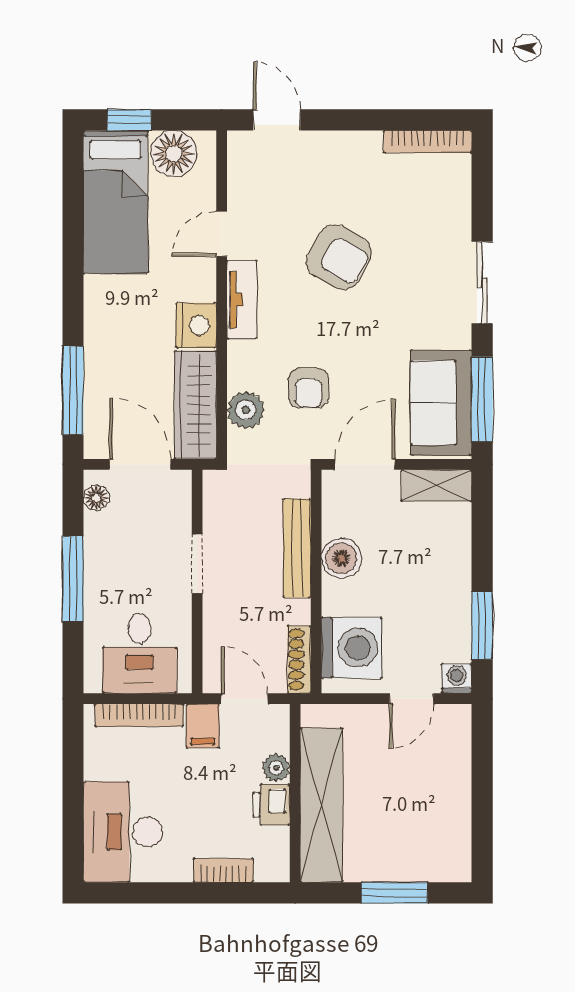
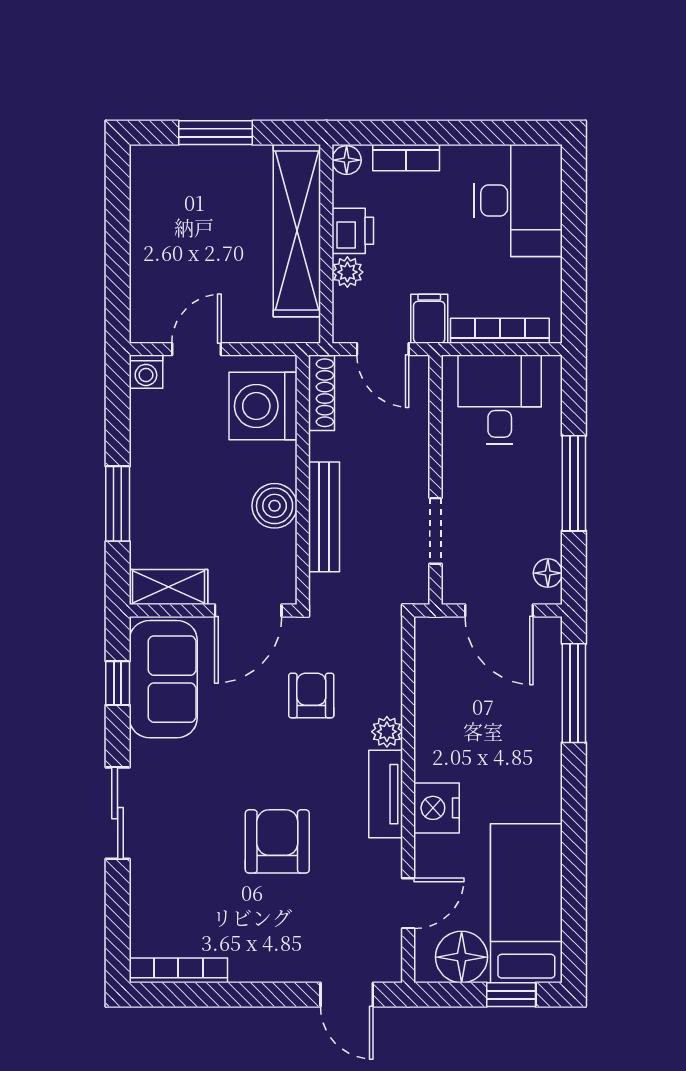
door: (222, 234) -> (408, 903), moved
armchair: (339, 257) -> (277, 841), turned 60
nightstand: (196, 325) -> (436, 808), moved
window: (482, 399) -> (118, 683), width x0.46
wardrobe: (195, 405) -> (437, 677), removed
plant: (246, 410) -> (387, 732), moved, width x0.73, depth x0.73
doorway: (197, 564) -> (435, 531), moved
window: (482, 626) -> (118, 504), moved
floor lamp: (277, 868) -> (347, 160), added

